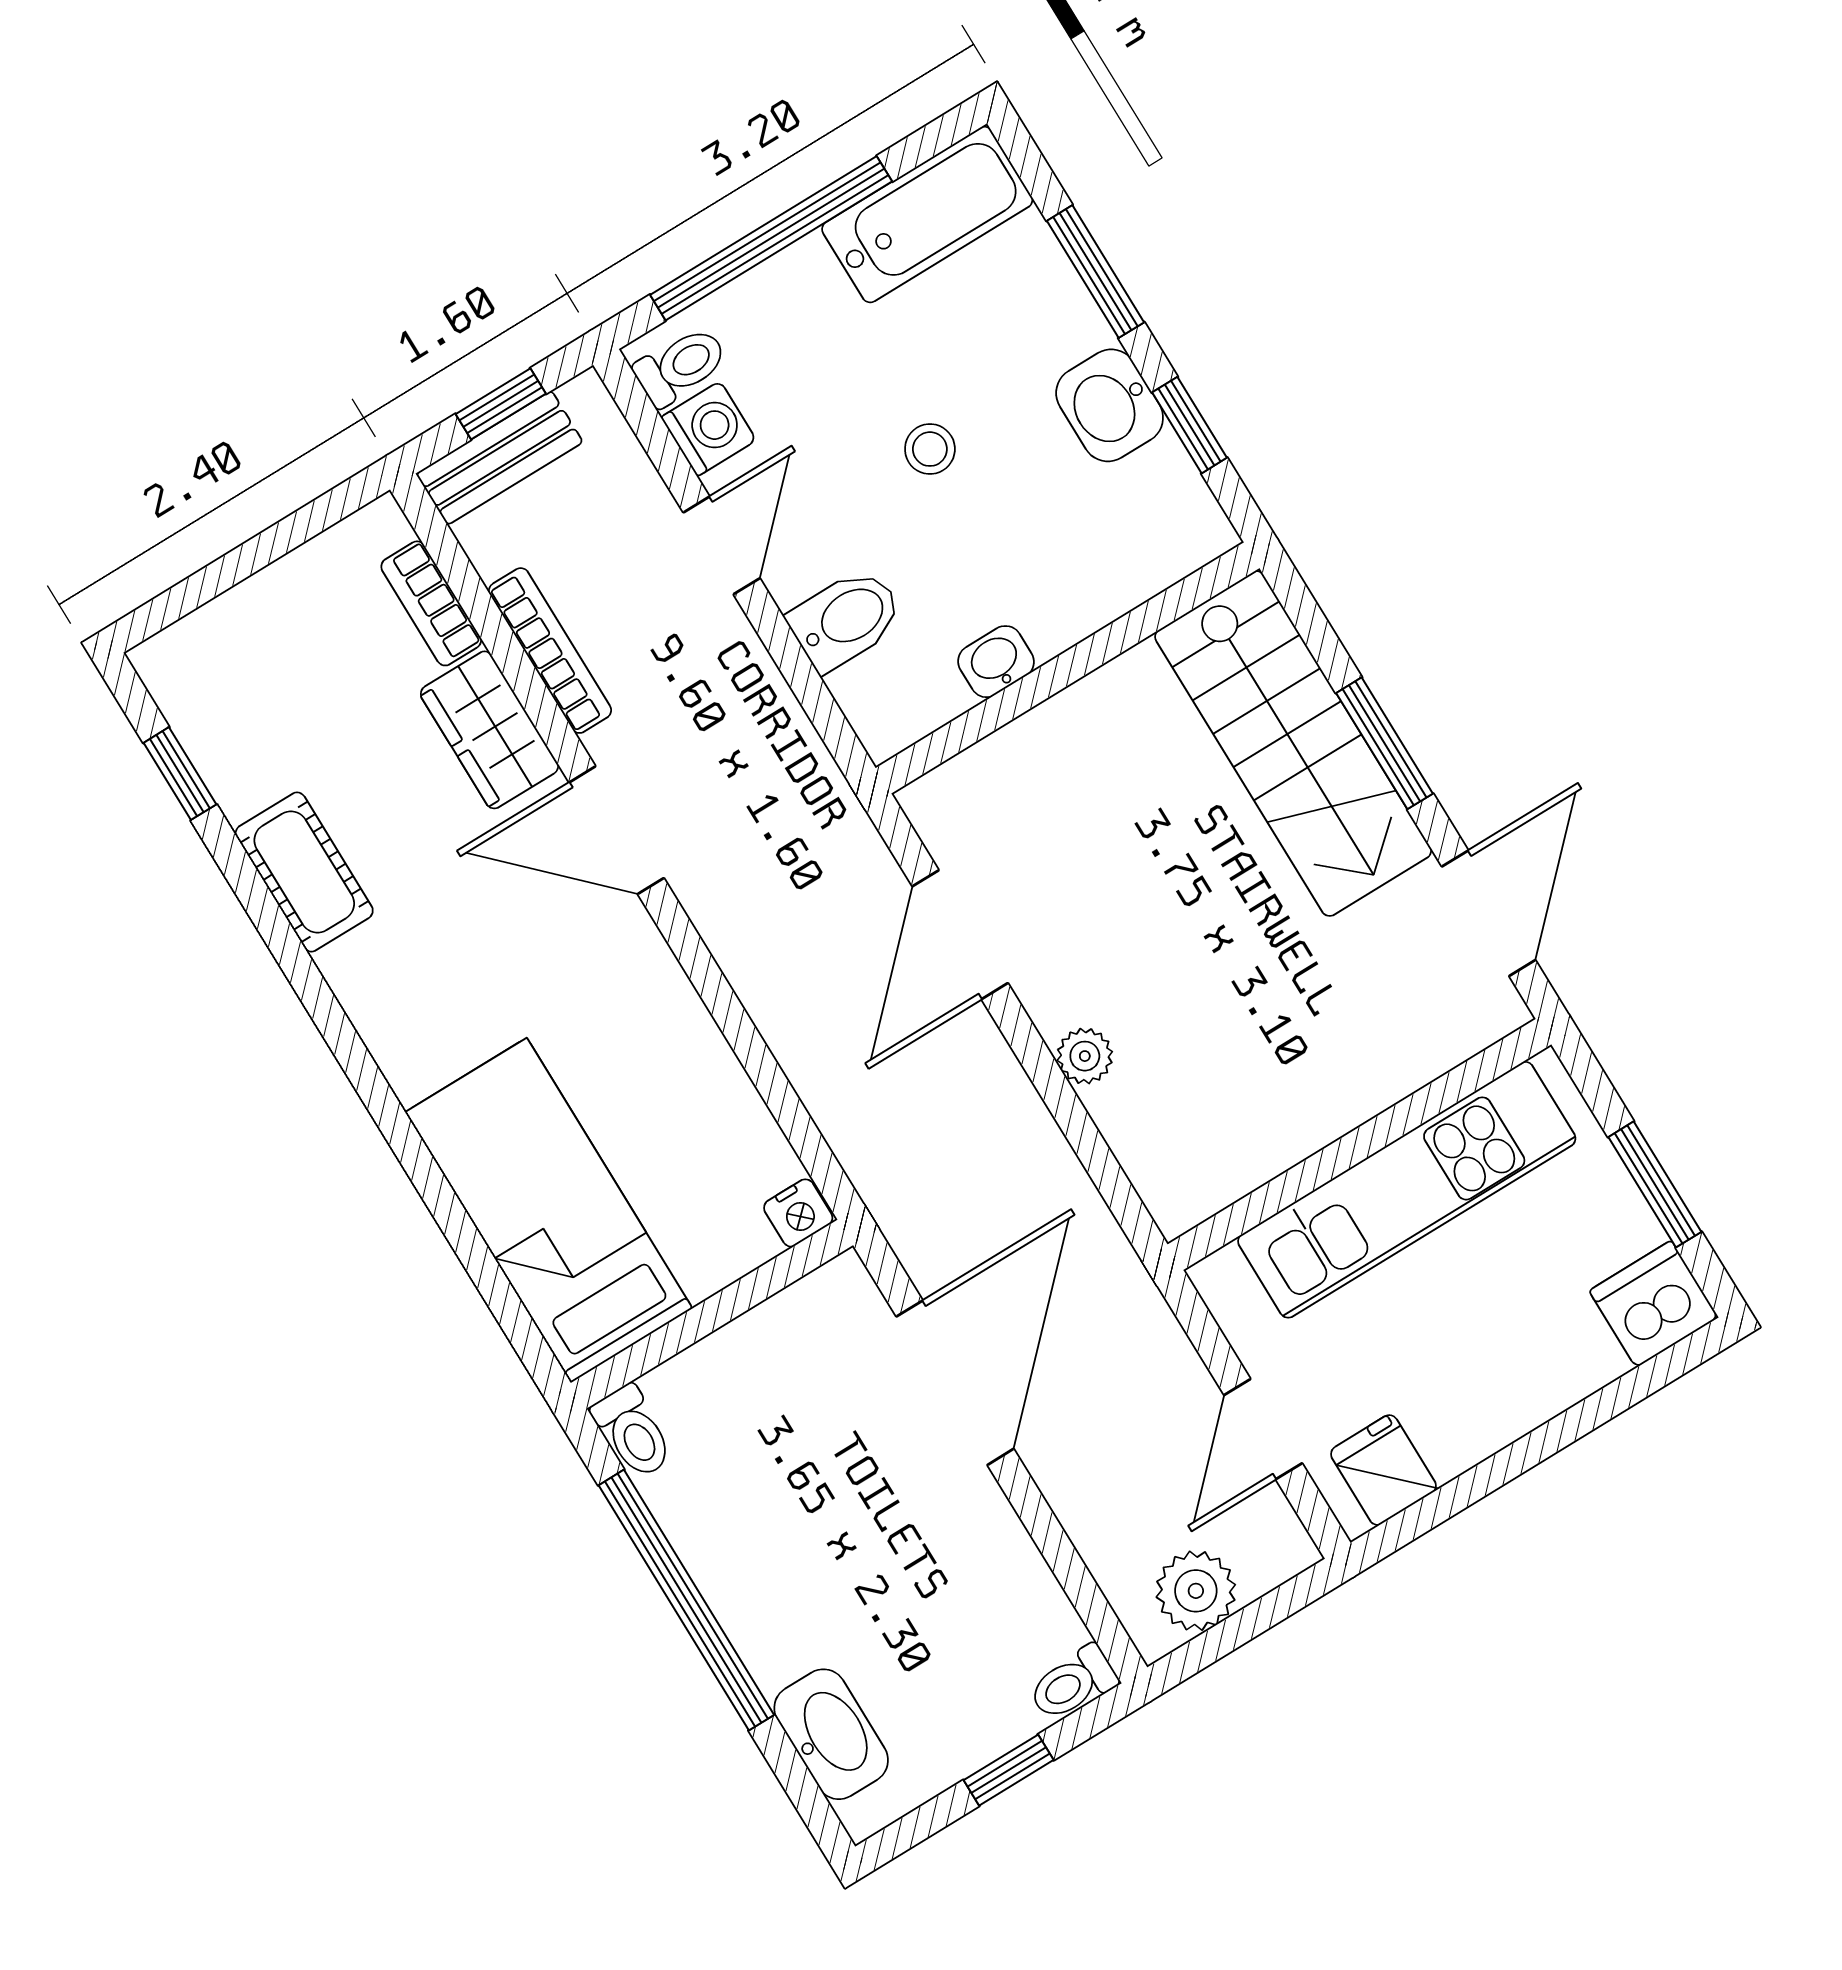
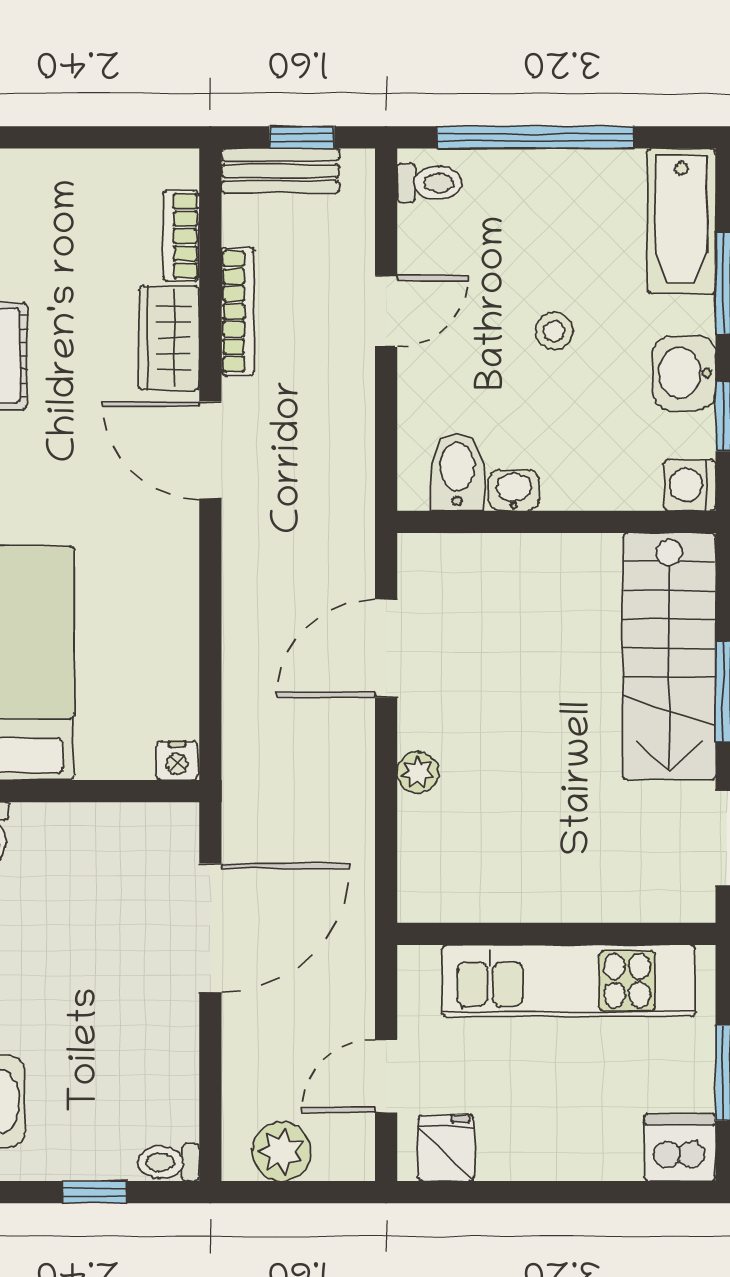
bathtub: (927, 214) -> (681, 221), moved, turned 90
washing machine: (709, 429) -> (690, 485), moved, turned 180
bidet: (846, 619) -> (457, 472), moved, turned -90

